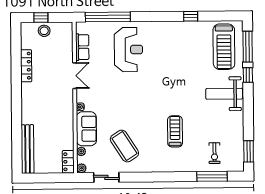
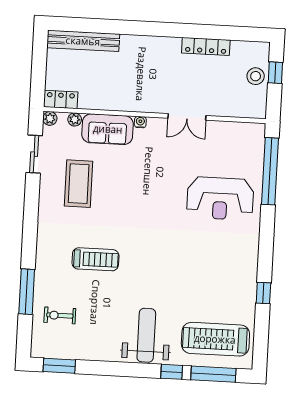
row of seats: (82, 47) -> (228, 131), removed
coffee table: (124, 146) -> (79, 184), turned -57
window: (212, 176) -> (27, 292), moved

